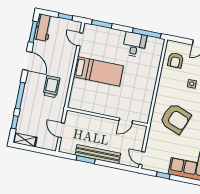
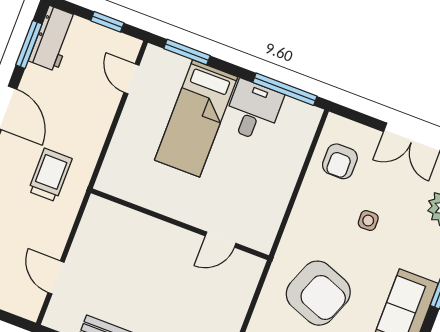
bed: (98, 71) -> (196, 118), moved, turned 90
wall: (107, 117) -> (180, 224), moved
door: (126, 121) -> (221, 240), moved

